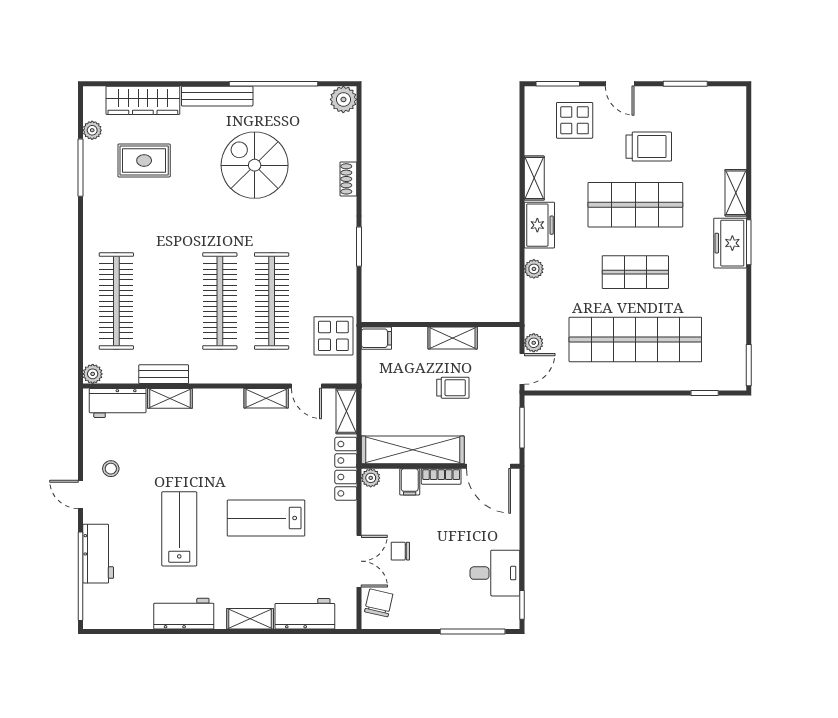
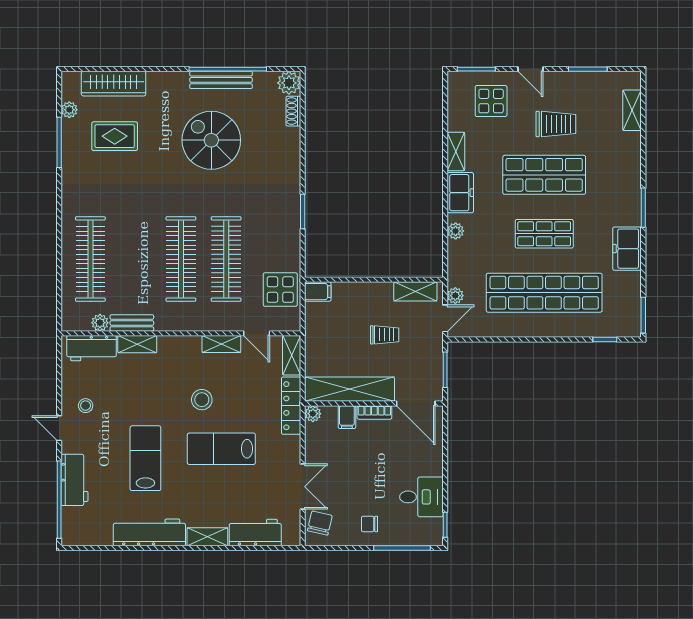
bench: (217, 96) -> (221, 80), moved
shoe rack: (348, 179) -> (293, 111), moved
shelving: (736, 193) -> (632, 110), moved
freezer: (730, 243) -> (627, 249), moved
shelving: (453, 338) -> (415, 291), moved
plant: (93, 374) -> (100, 323), moved
stool: (244, 462) -> (202, 400), added
chair: (400, 551) -> (370, 524), moved
workbench: (184, 614) -> (149, 532), width x1.37

